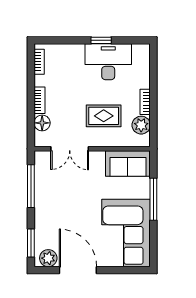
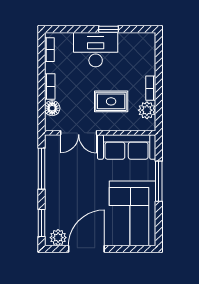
desk: (108, 62) -> (96, 50), moved
sofa: (128, 164) -> (127, 147), width x1.36
door: (78, 270) -> (86, 249), hinge flipped

